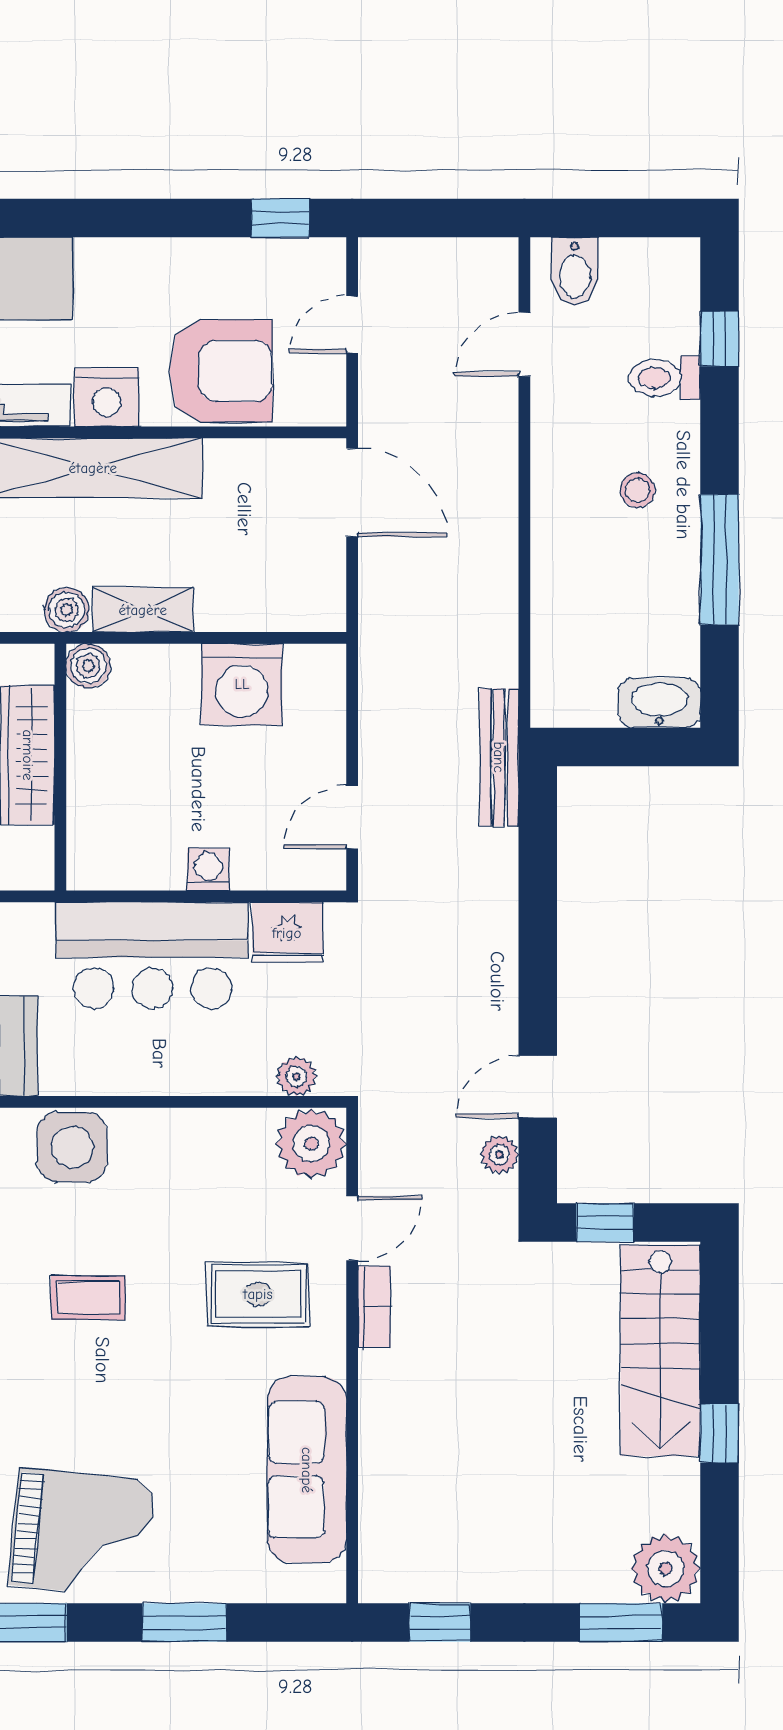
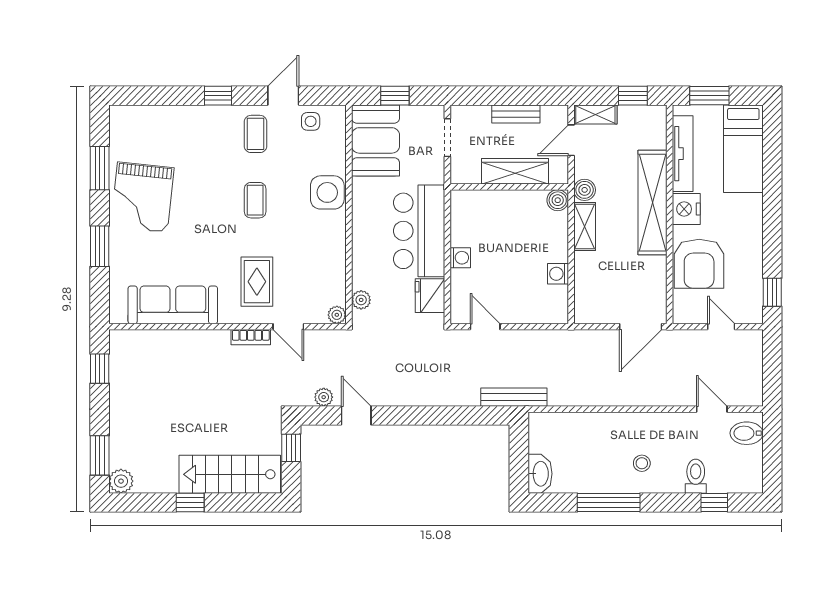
washing machine: (242, 684) -> (558, 274), width x0.53, depth x0.53
plant: (311, 1144) -> (337, 315), width x0.53, depth x0.53
plant: (666, 1568) -> (121, 481), width x0.73, depth x0.73

